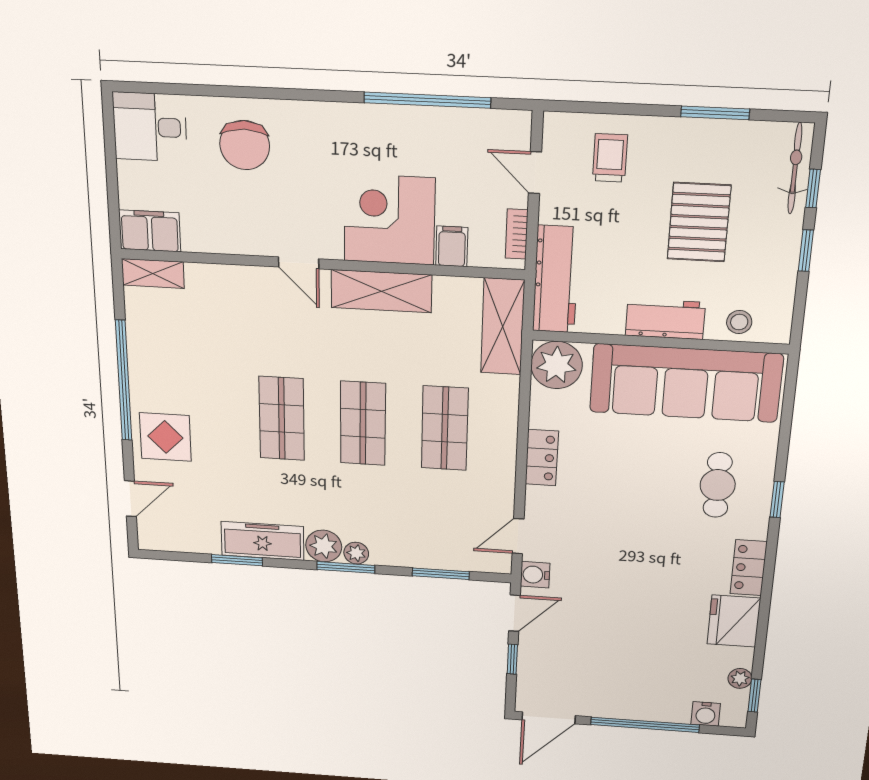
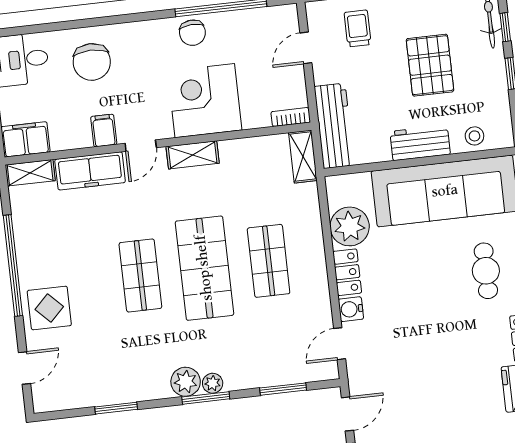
chair: (384, 128) -> (192, 33), added
door: (535, 173) -> (306, 48), hinge flipped
bookcase: (517, 234) -> (291, 117), moved, turned 90
filing cabinet: (452, 246) -> (104, 130), moved
door: (299, 263) -> (141, 146), hinge flipped
shelving: (381, 291) -> (193, 155), width x0.67, depth x0.75
shelving: (503, 327) -> (303, 157), width x0.67, depth x0.75
plant: (557, 365) -> (350, 226), moved
shop shelf: (363, 423) -> (204, 268), width x1.43, depth x1.36
freezer: (262, 541) -> (90, 171), moved, turned 180
water cooler: (535, 575) -> (351, 309), moved

